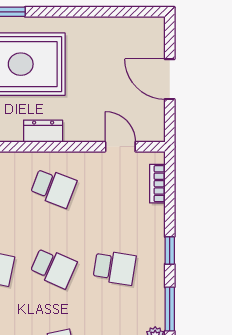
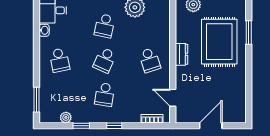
door: (120, 147) -> (173, 98), swing flipped
school desk: (53, 188) -> (150, 60), turned -39
window: (170, 309) -> (81, 126), width x0.67

